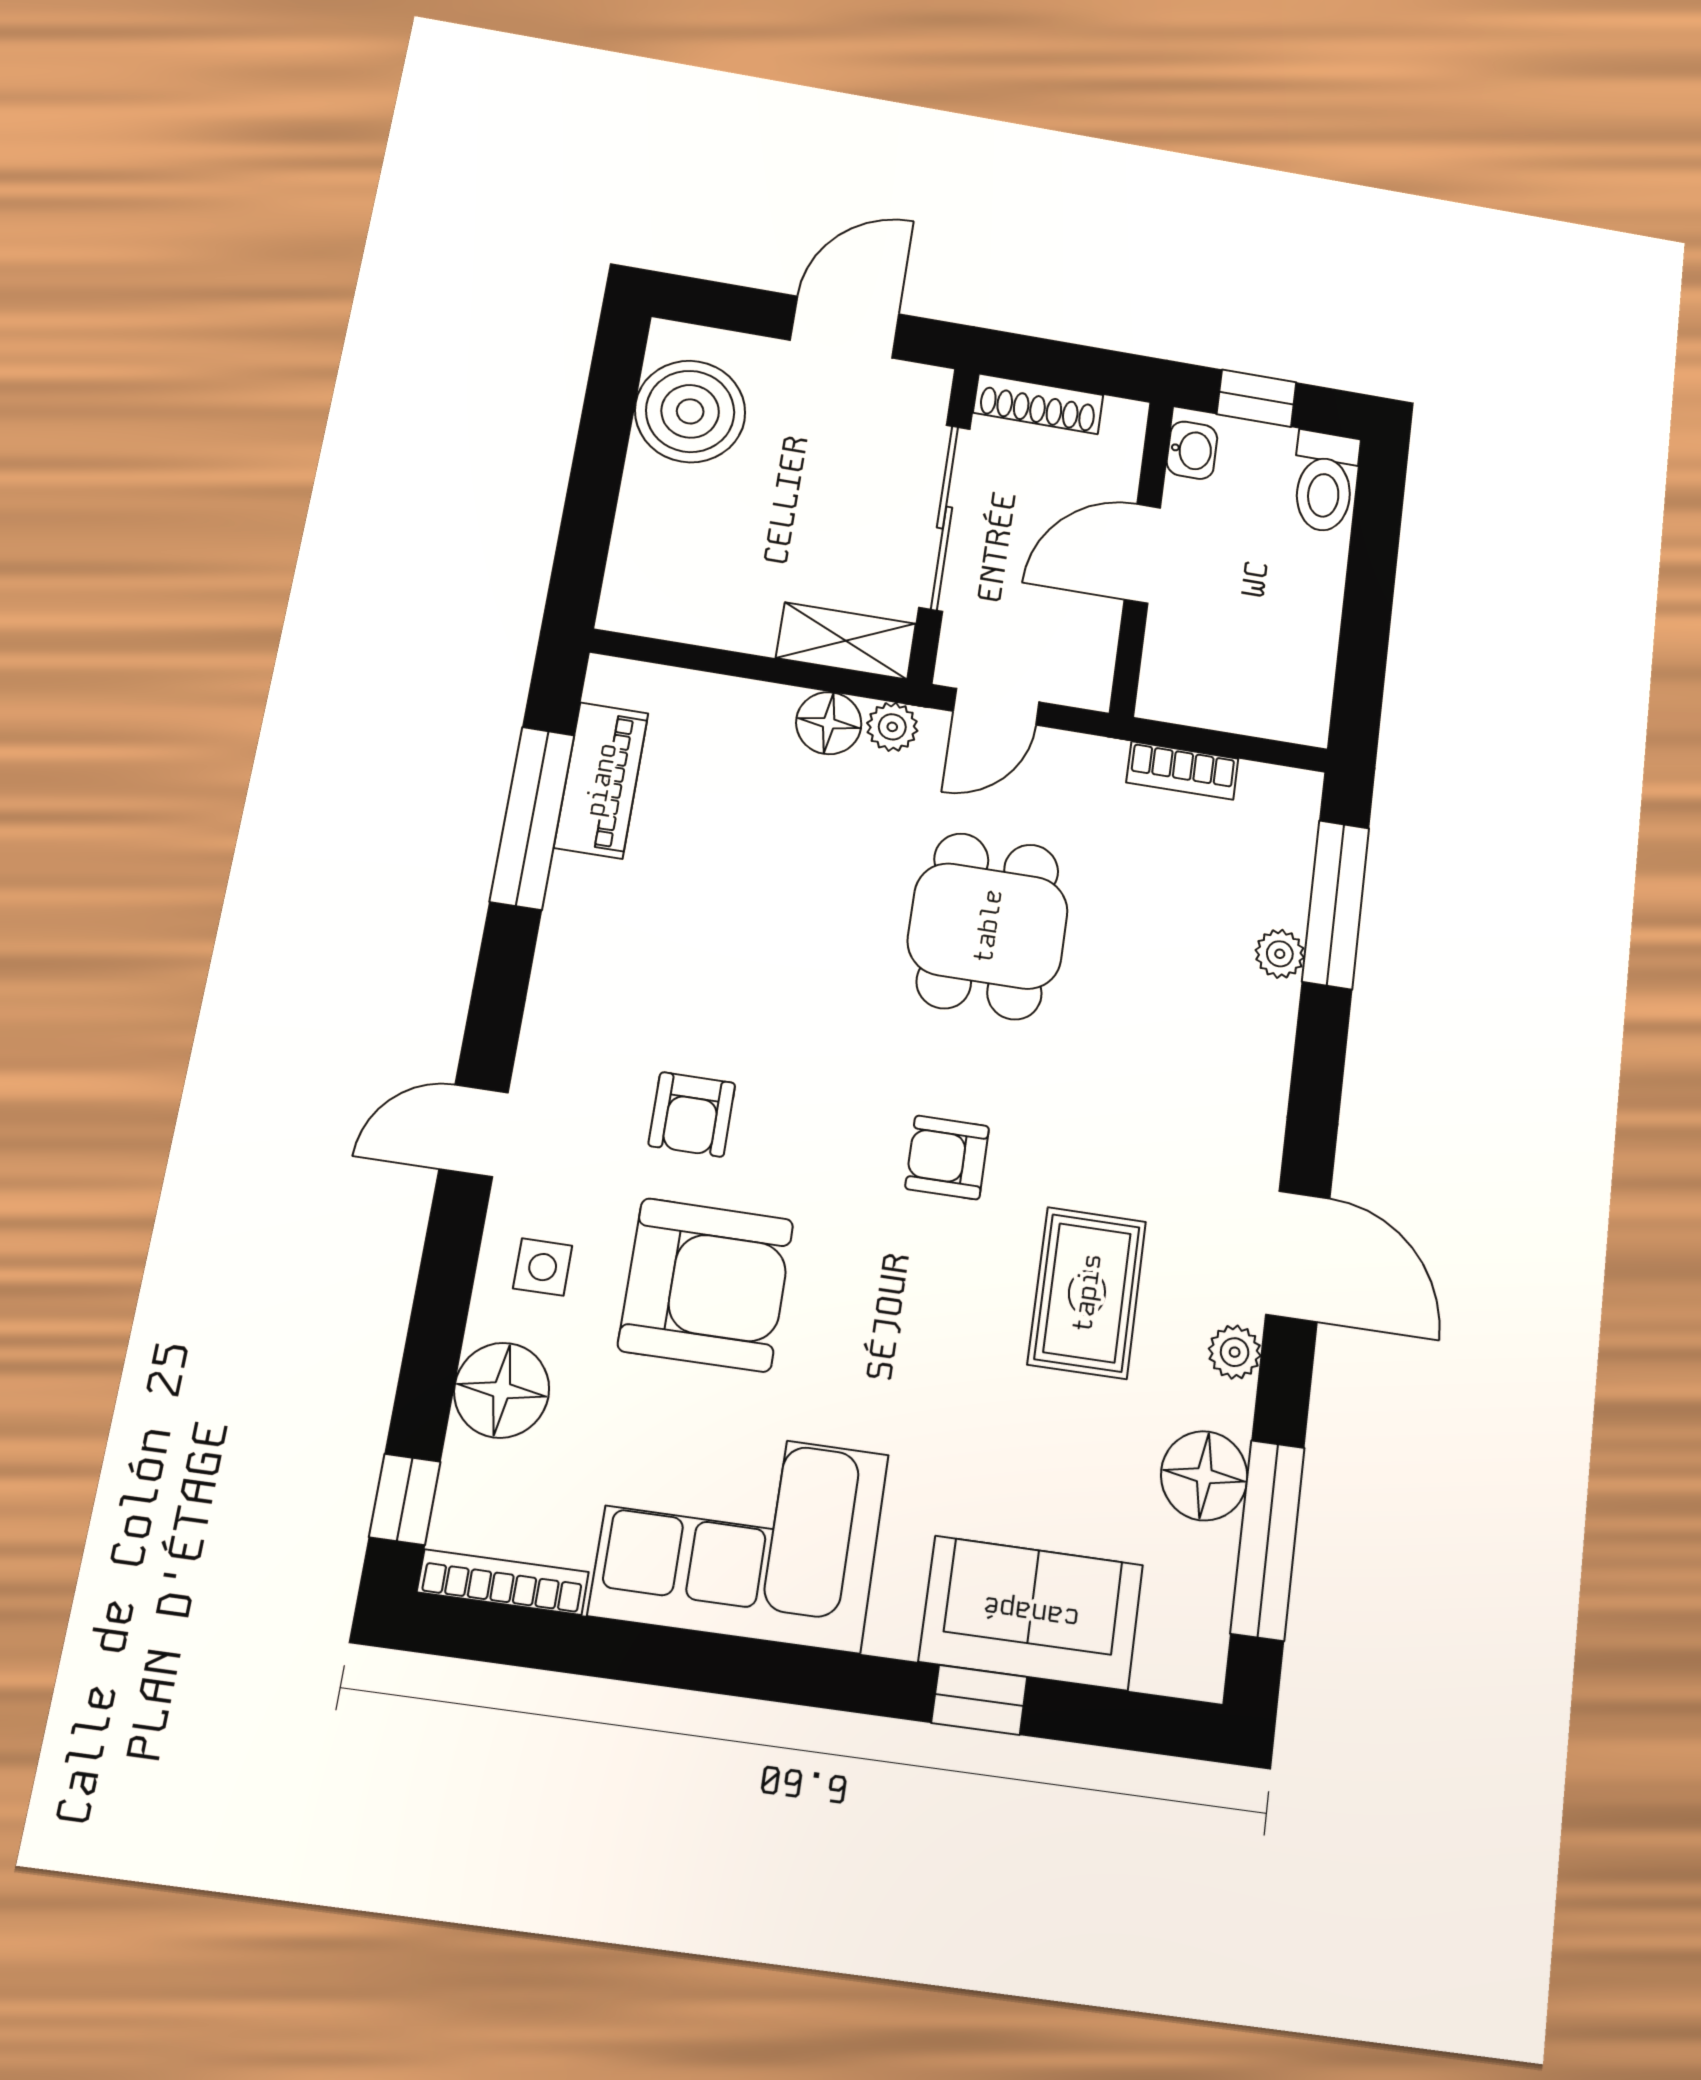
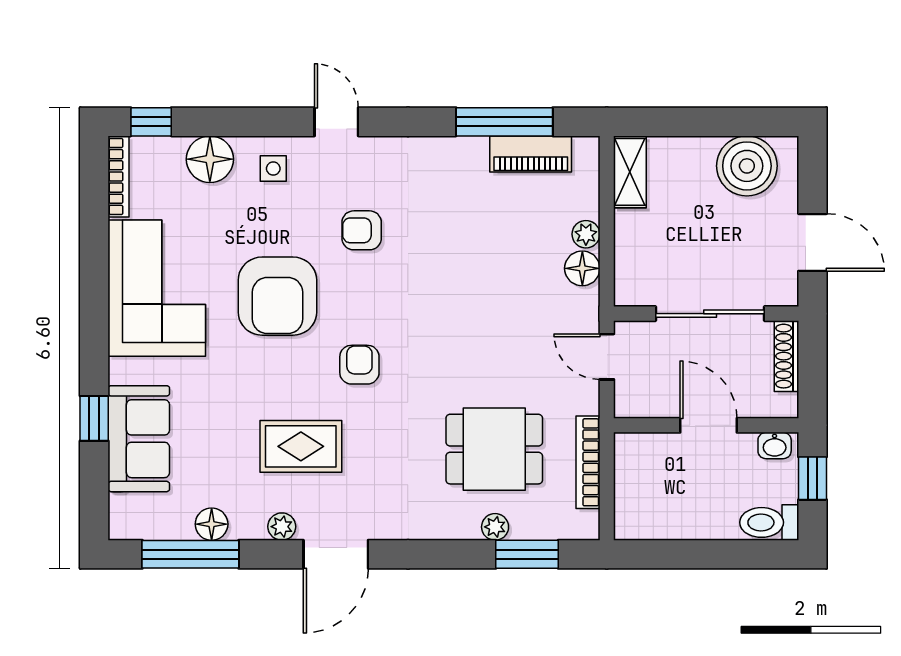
shelving: (846, 641) -> (630, 172), moved
plant: (892, 727) -> (586, 234), moved
bookcase: (1182, 771) -> (588, 462), width x1.56
window: (1336, 904) -> (527, 554), width x0.69
dining table: (988, 926) -> (494, 449), moved
armchair: (706, 1285) -> (277, 296), moved
floor lamp: (1204, 1476) -> (212, 524), width x0.73, depth x0.73

